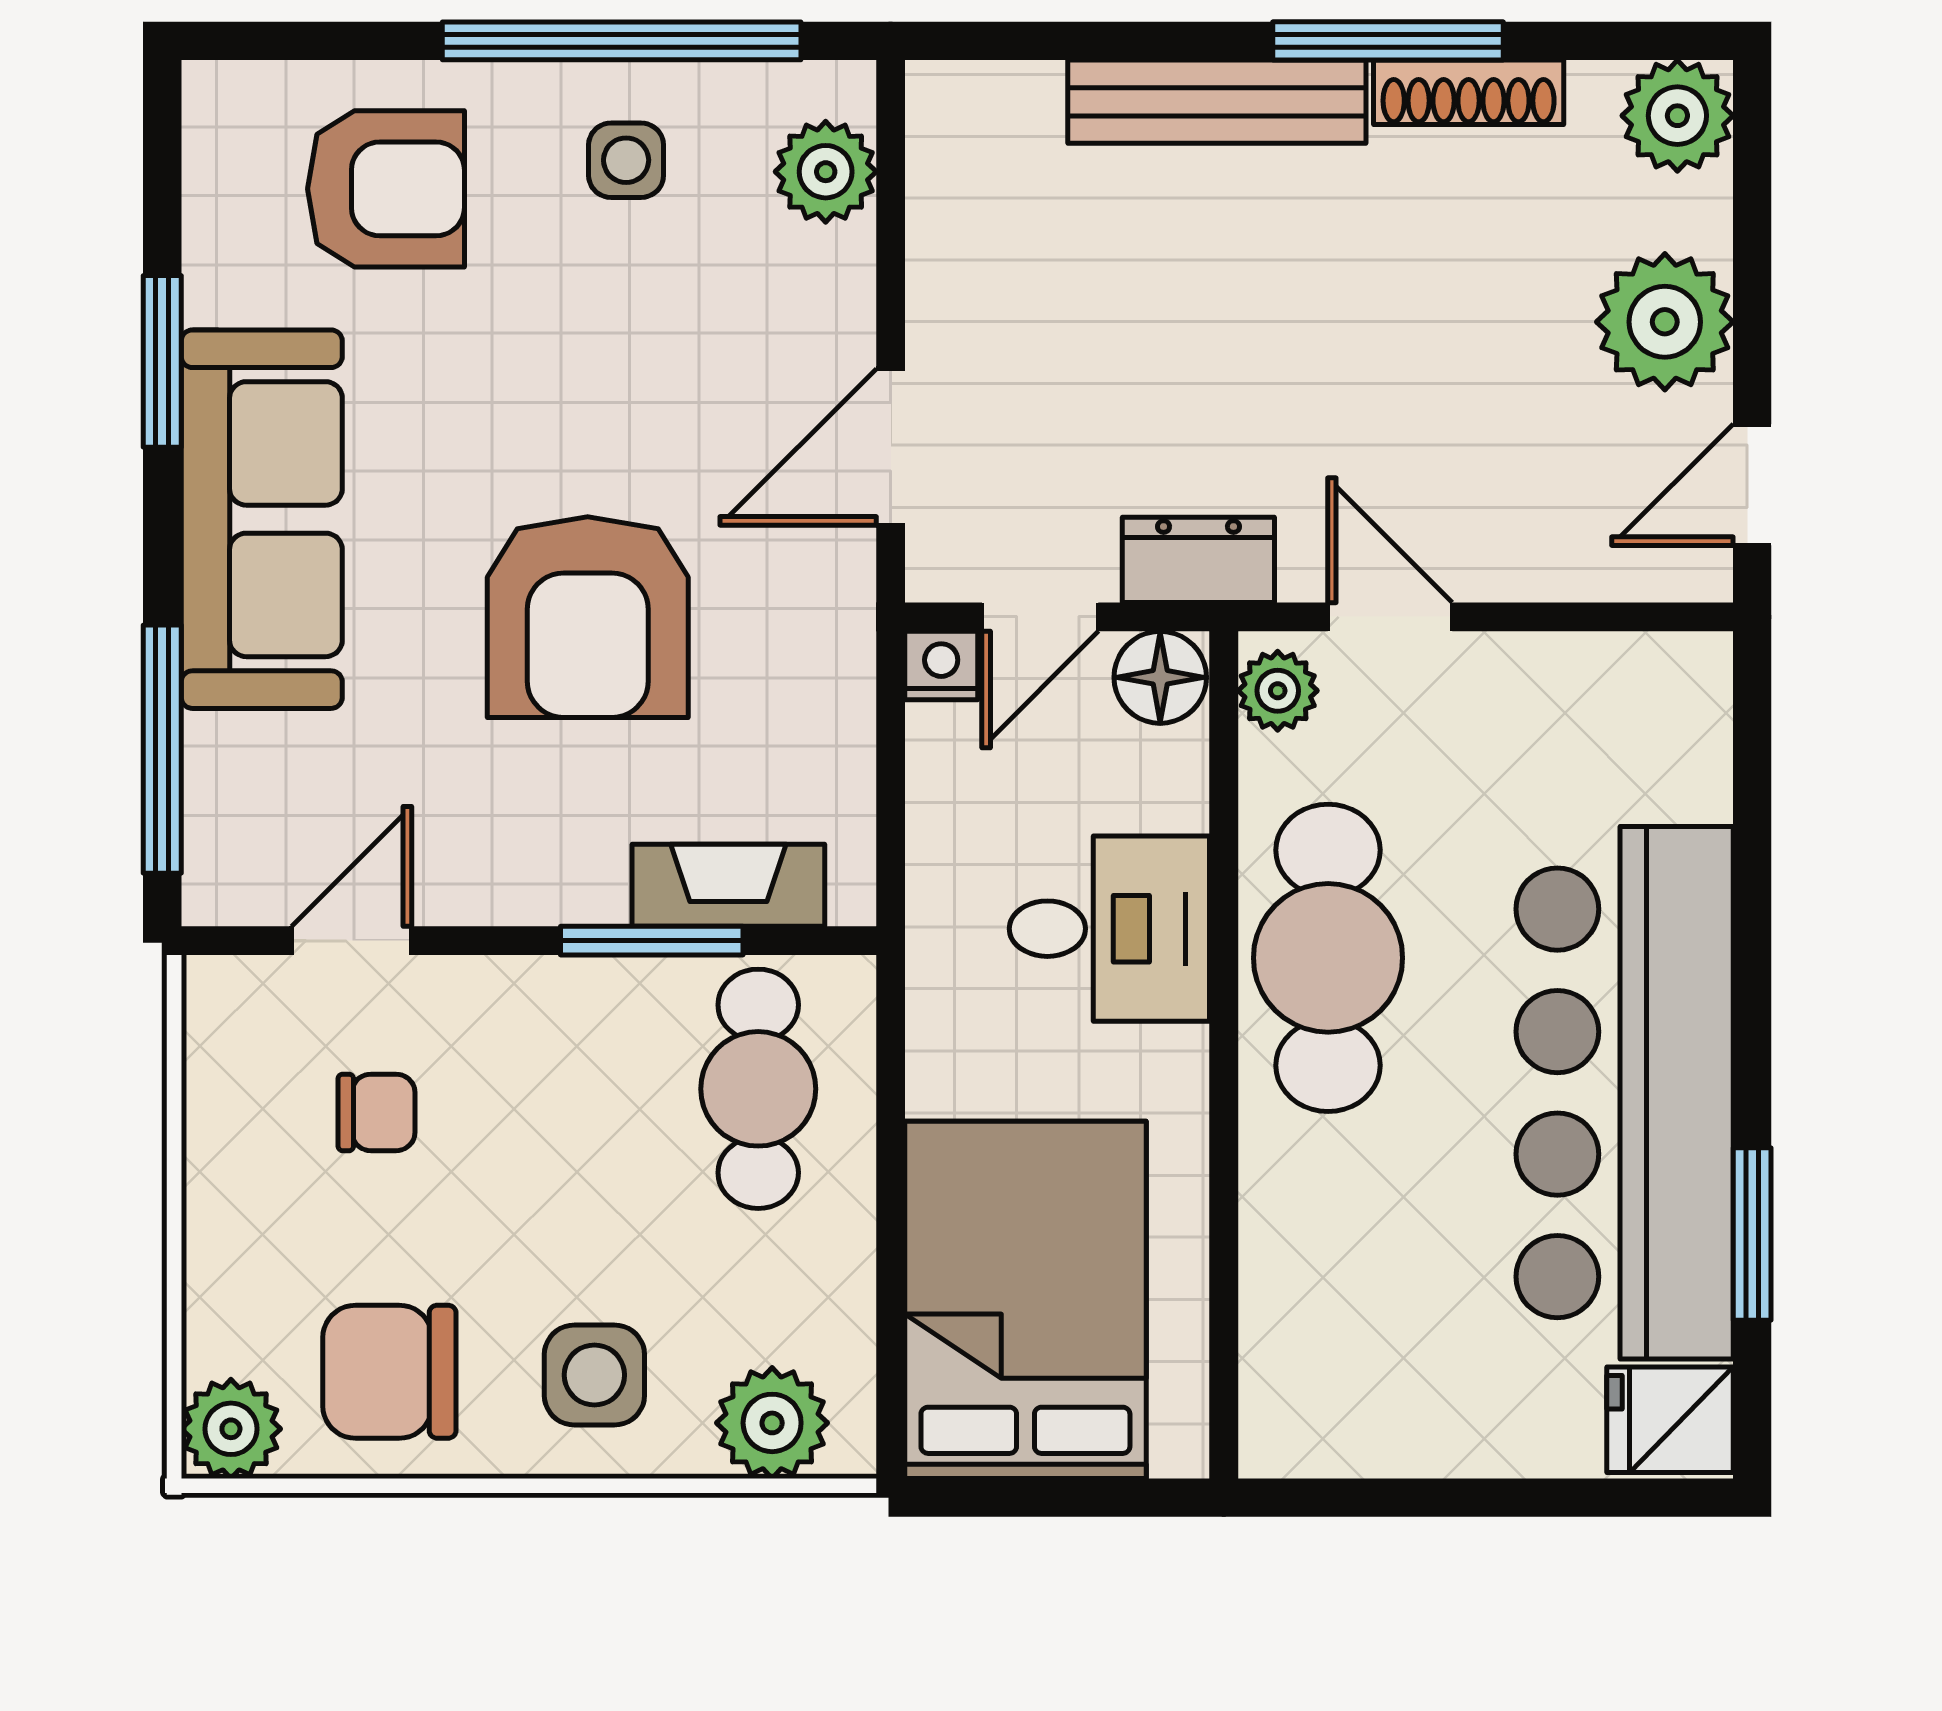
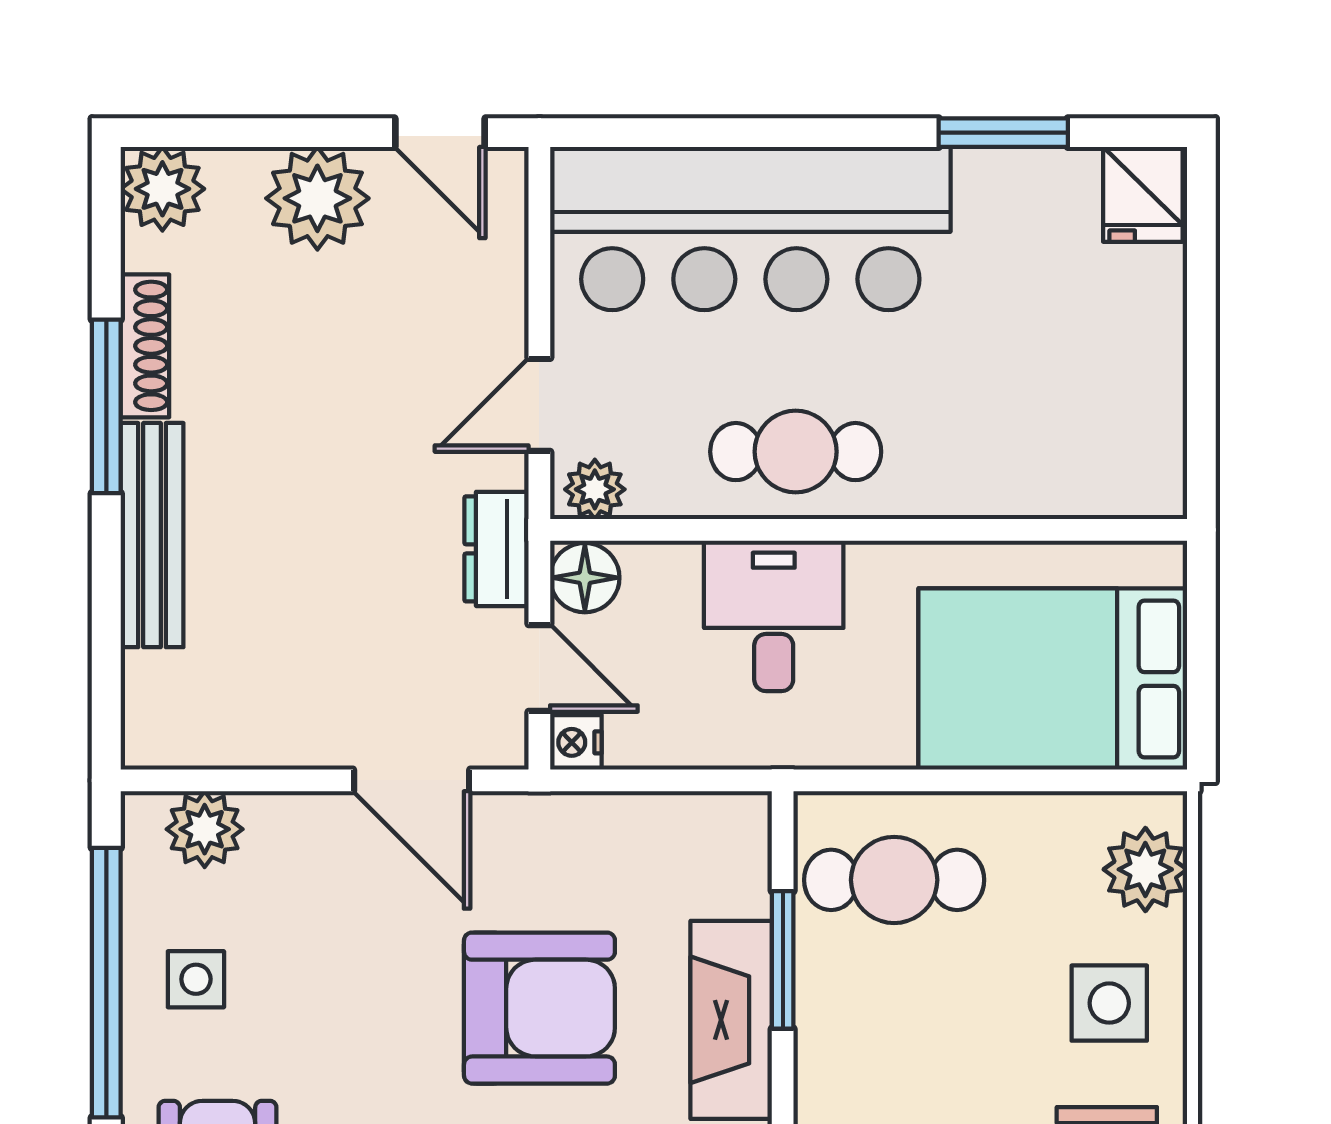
fireplace: (728, 885) -> (731, 1020), moved, width x1.37, depth x1.32
cafe table: (1328, 958) -> (796, 452), width x0.73, depth x0.74
bar counter: (1625, 1093) -> (750, 229), moved

